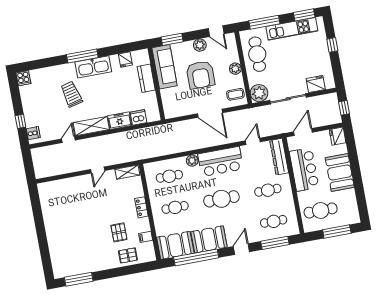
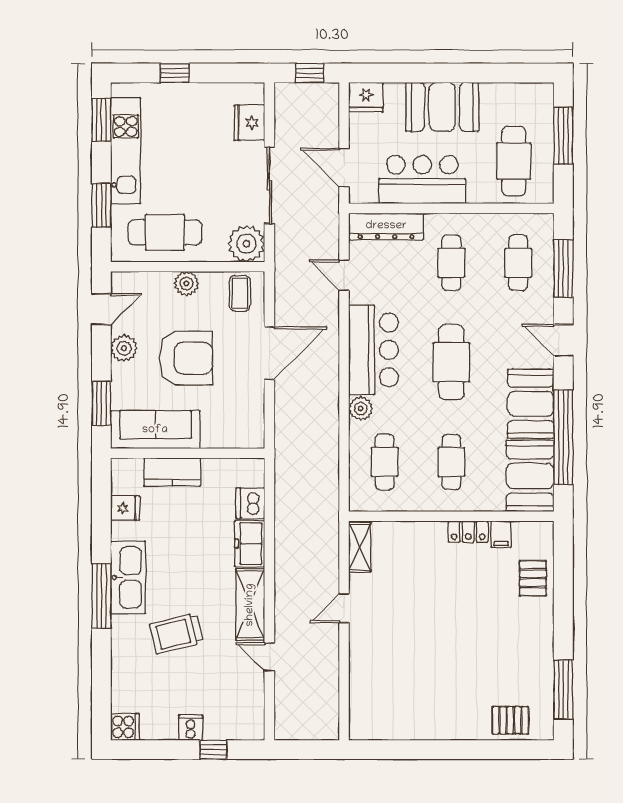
window: (264, 22) -> (101, 205), width x0.69
cooker: (33, 133) -> (191, 728), moved
door: (98, 170) -> (344, 608), swing flipped
locker: (141, 207) -> (468, 532), moved
pallet: (119, 232) -> (510, 720), moved

